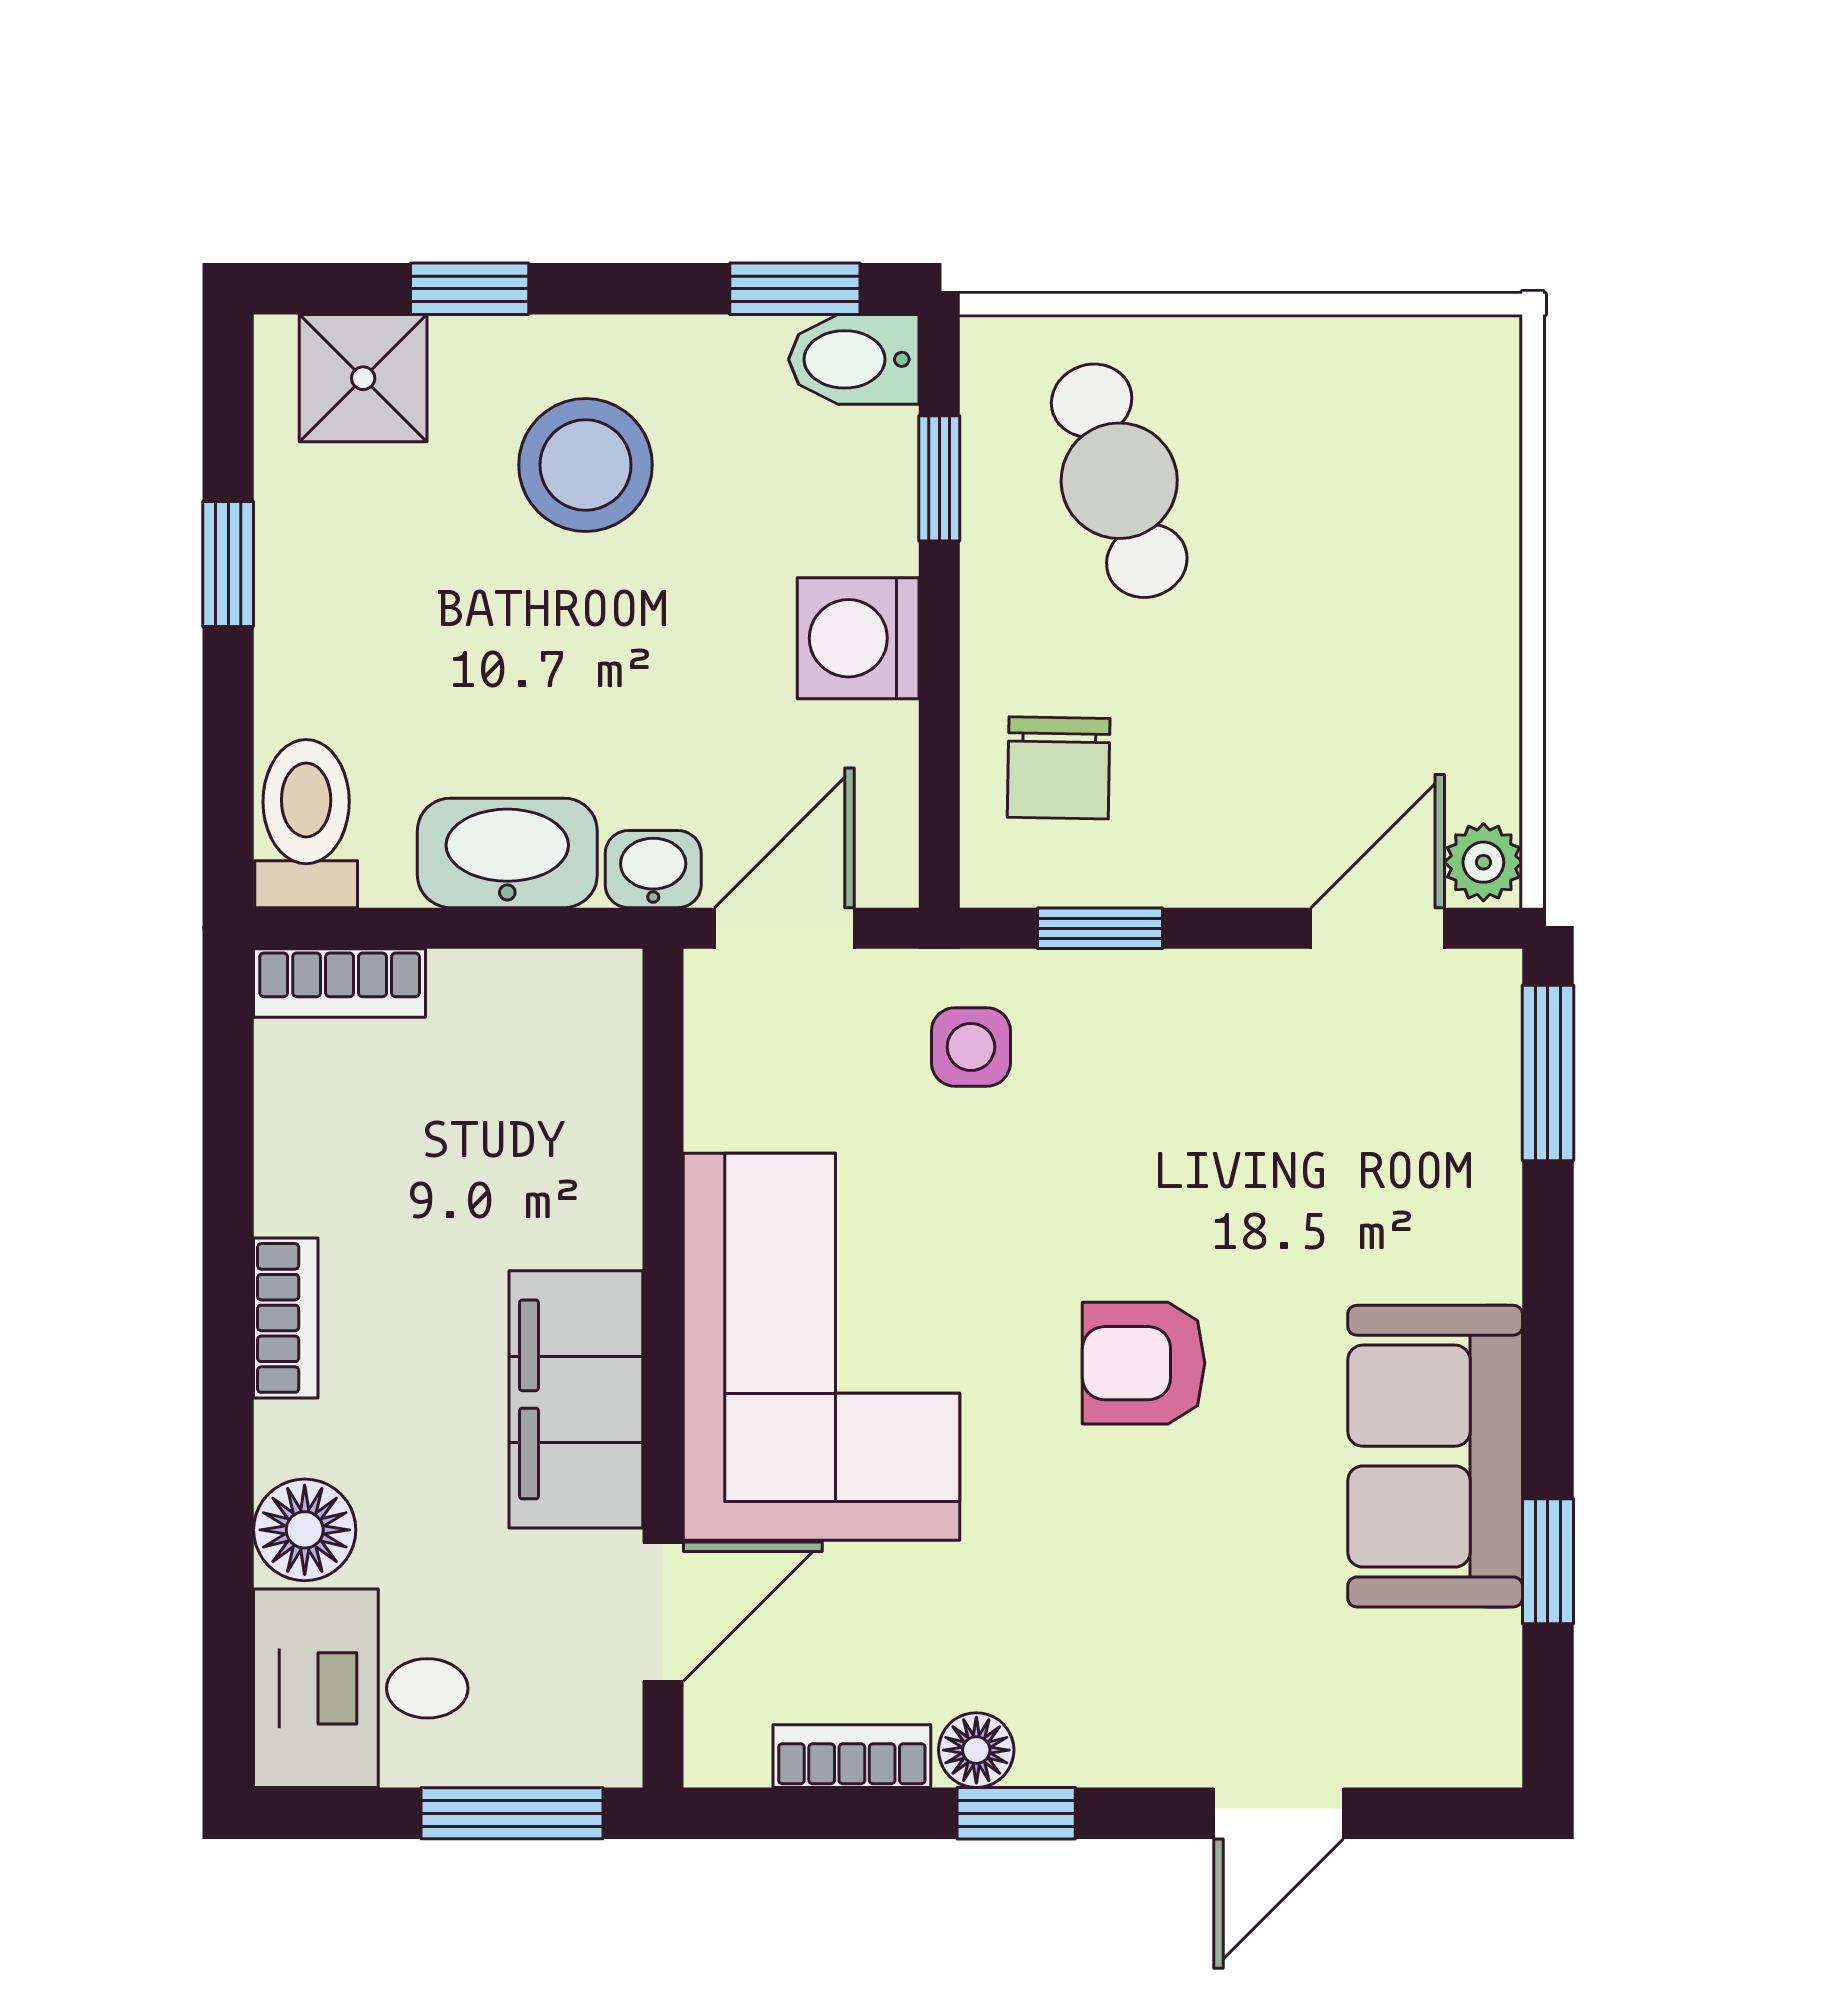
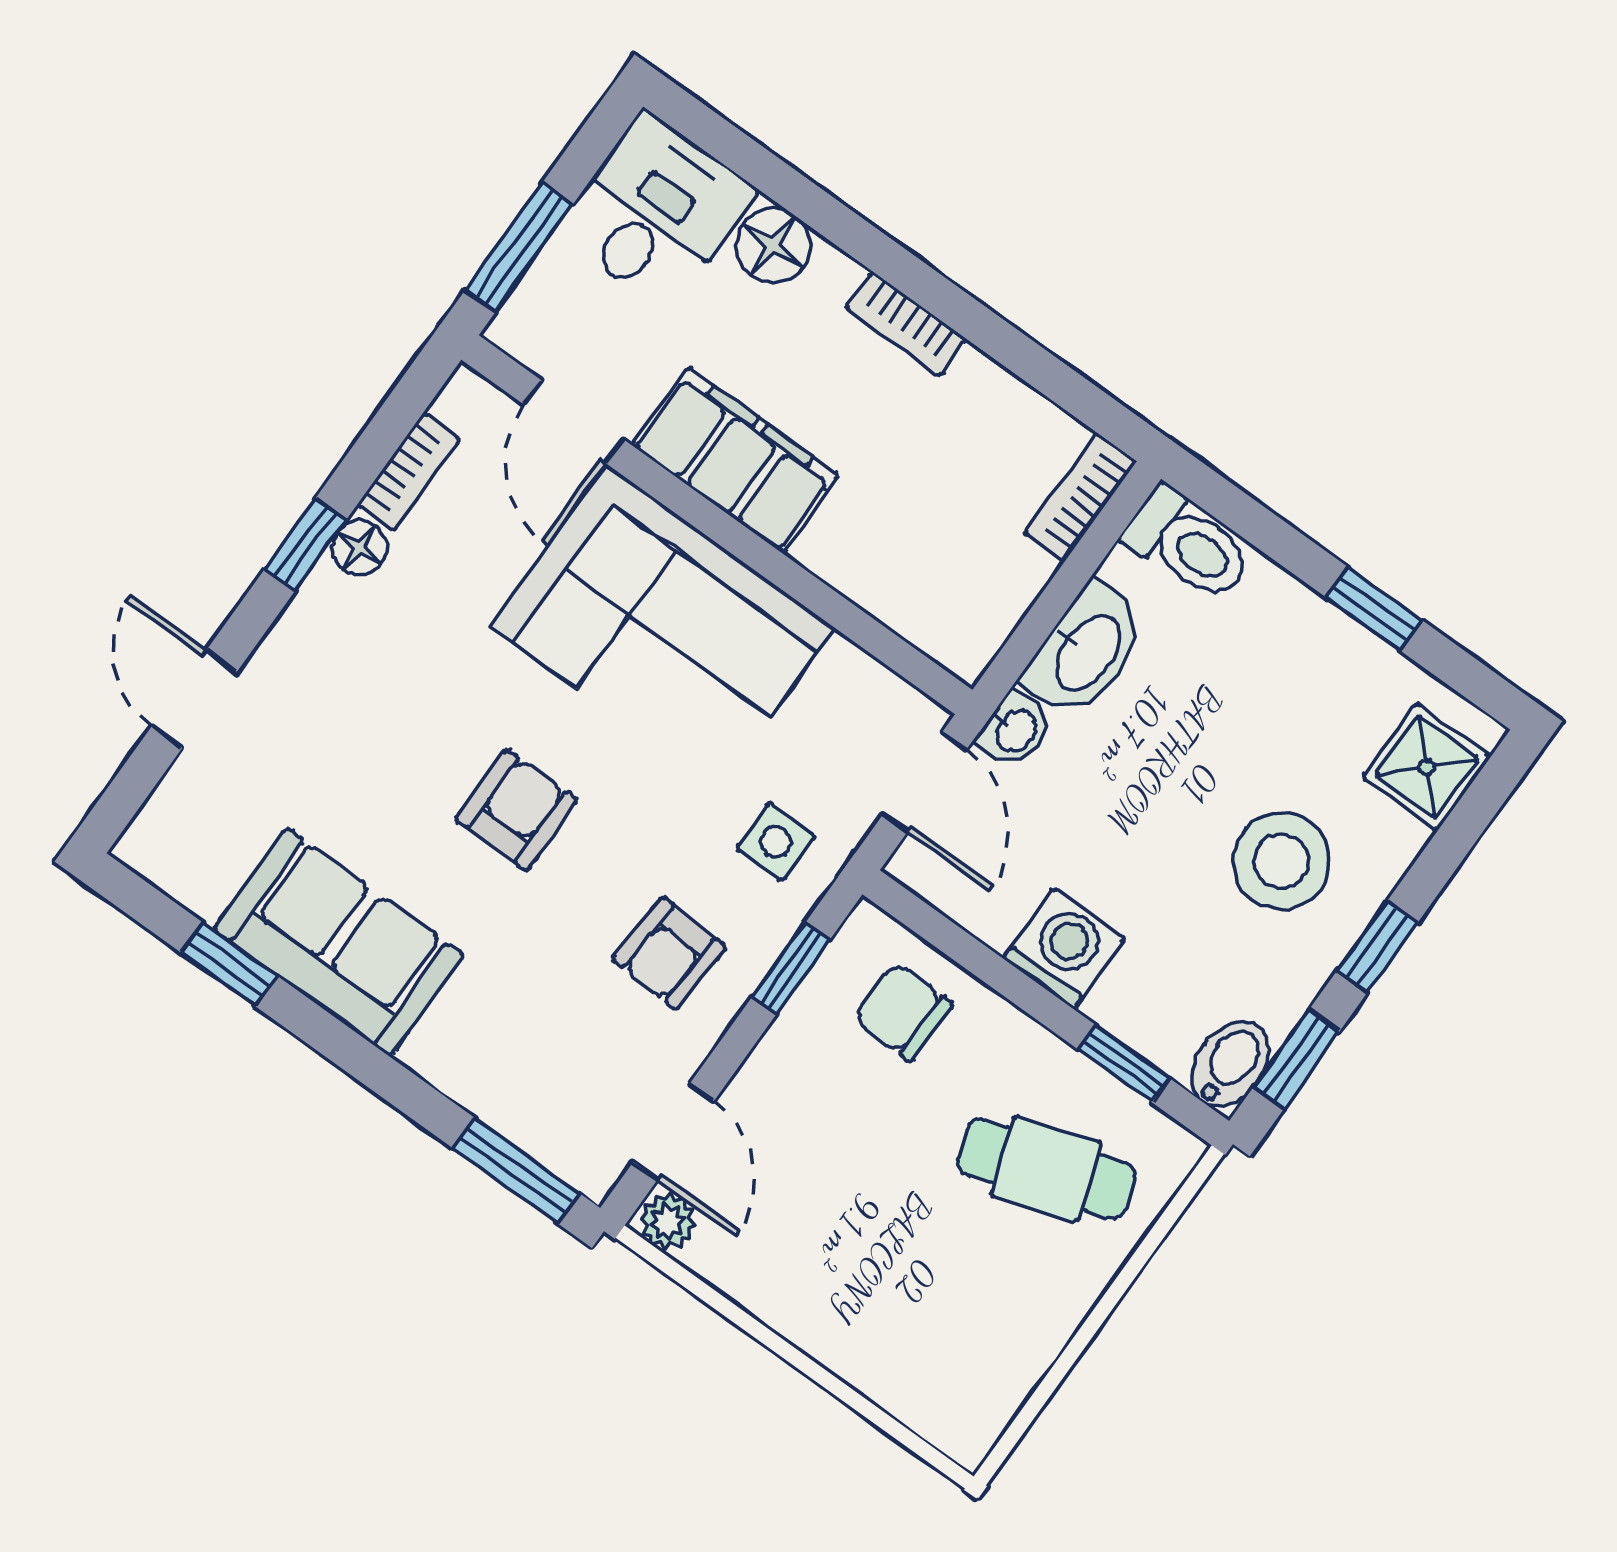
window: (470, 289) -> (1377, 947), moved
armchair: (1181, 1077) -> (669, 953), added

